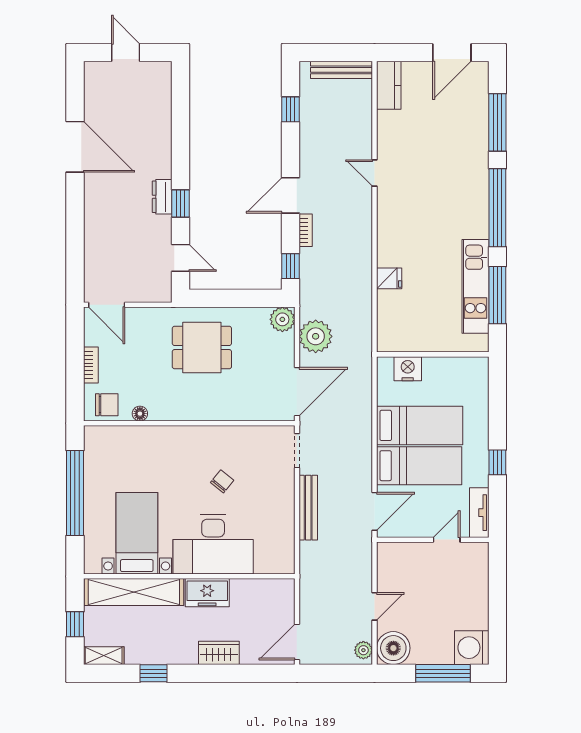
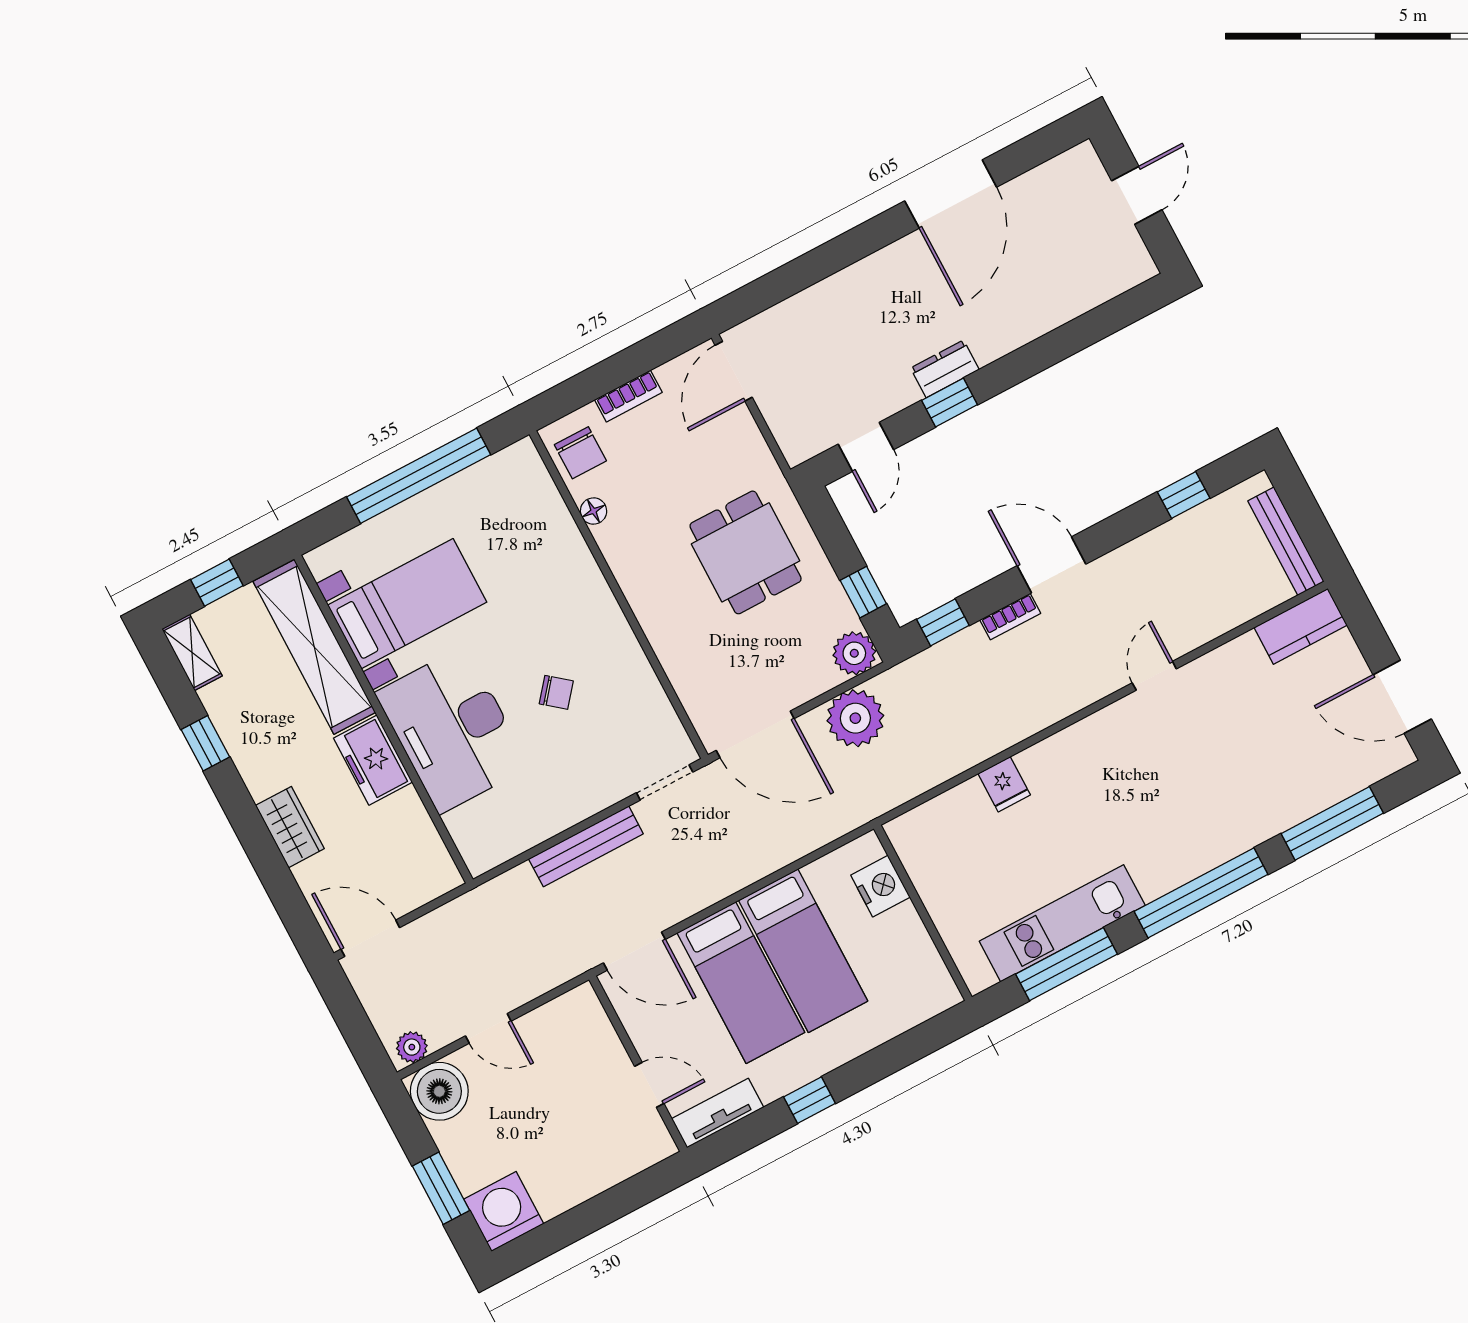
window: (254, 298) -> (863, 592), added
window: (443, 673) -> (441, 1188), width x0.69

